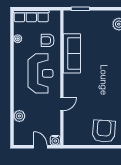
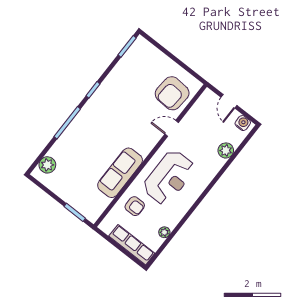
reception desk: (41, 73) -> (169, 177), turned 180
armchair: (104, 131) -> (172, 93), moved
water cooler: (55, 140) -> (243, 123), moved

